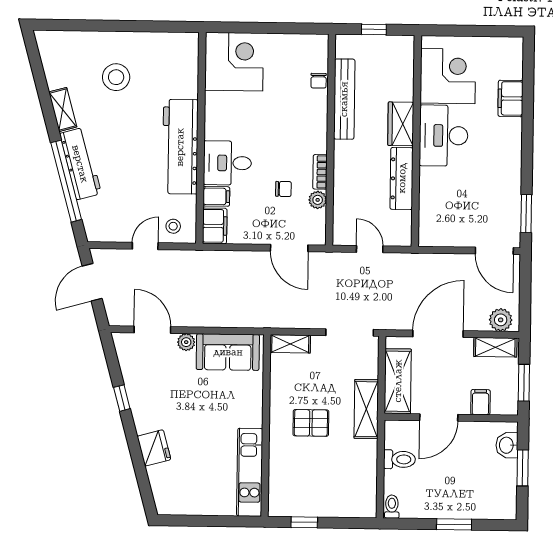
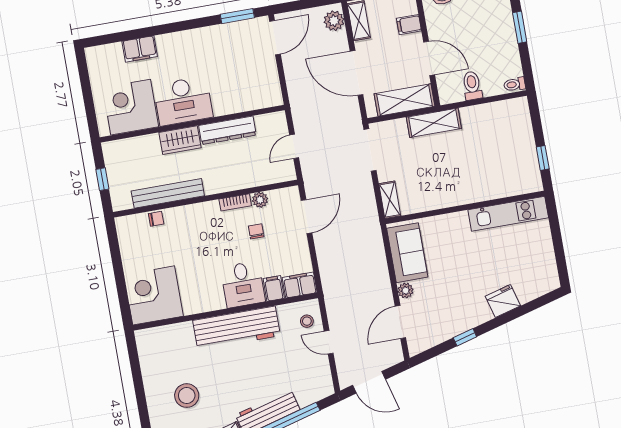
pallet: (311, 423) -> (455, 169), removed

